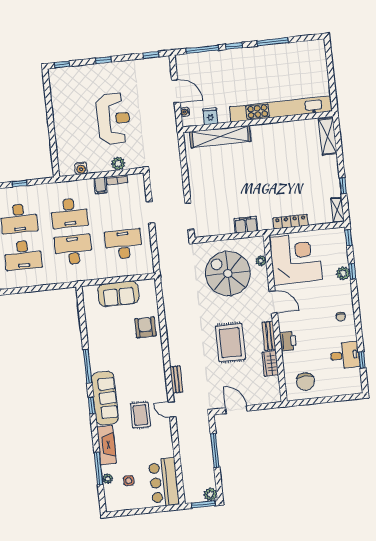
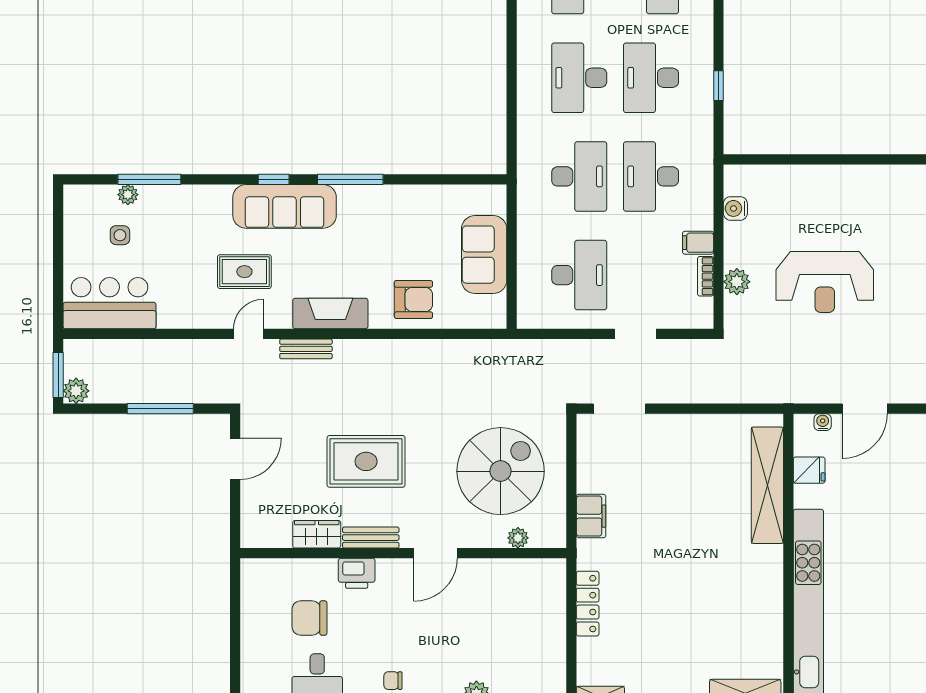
corner desk: (295, 259) -> (515, 605), removed
chair: (305, 382) -> (309, 618), moved
fireplace: (107, 445) -> (330, 314), moved, turned 180

